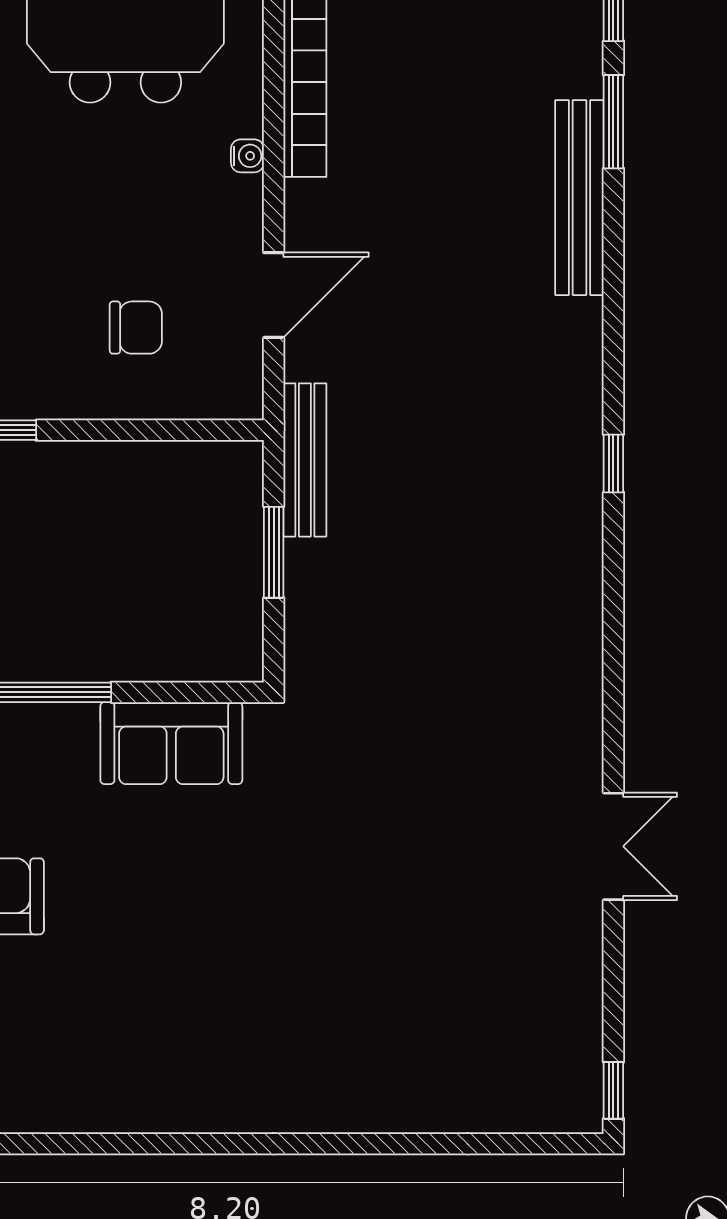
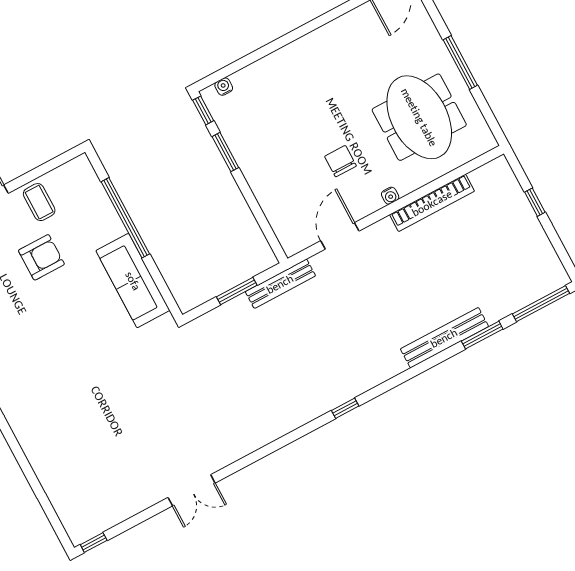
door: (274, 295) -> (340, 236), swing flipped
chair: (136, 328) -> (340, 161), moved, turned 180
sofa: (171, 743) -> (133, 281), width x1.36

